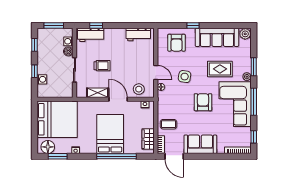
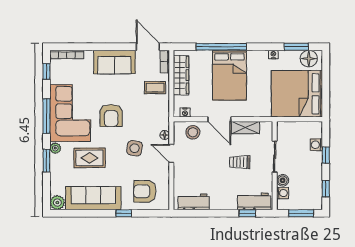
armchair: (176, 43) -> (145, 191), turned -90
wardrobe: (148, 139) -> (181, 75), width x1.50

